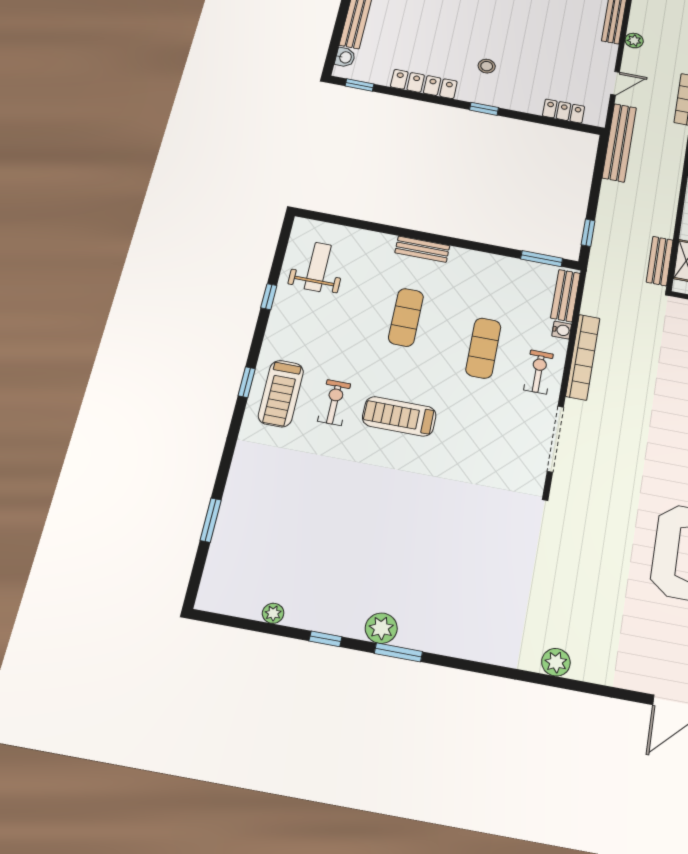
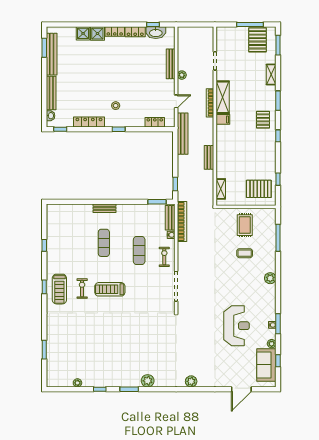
bench: (660, 261) -> (209, 157), moved
weight bench: (318, 267) -> (62, 227), removed
bookcase: (583, 357) -> (182, 222), moved
plant: (381, 628) -> (148, 381), moved

